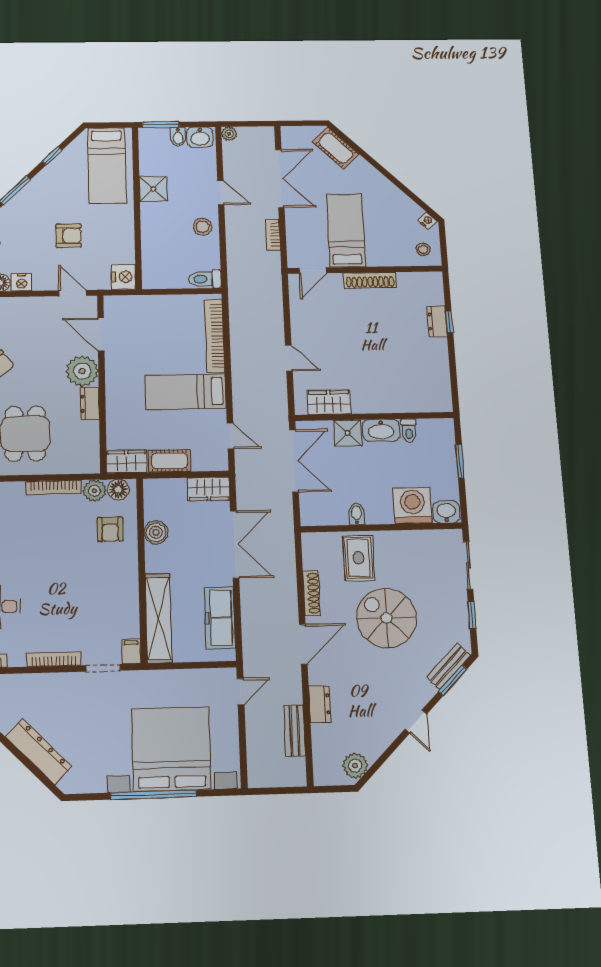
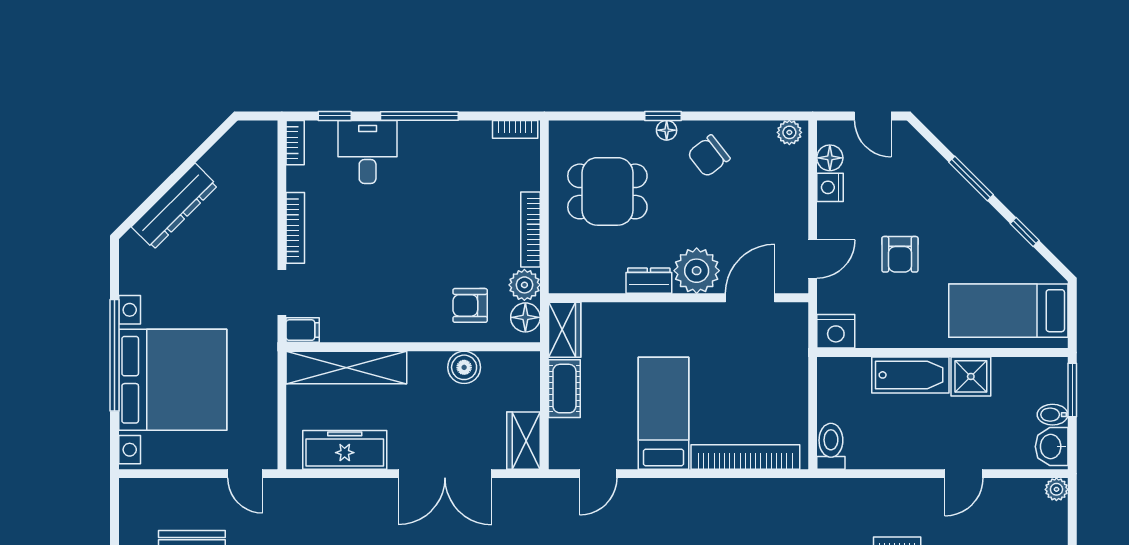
stool: (203, 227) -> (911, 446), removed
bathtub: (153, 228) -> (910, 375), added

